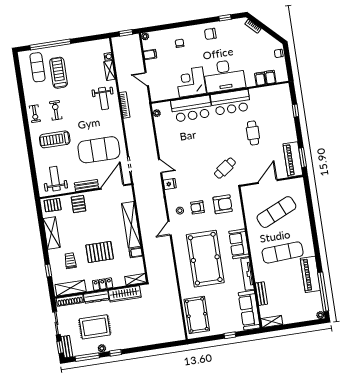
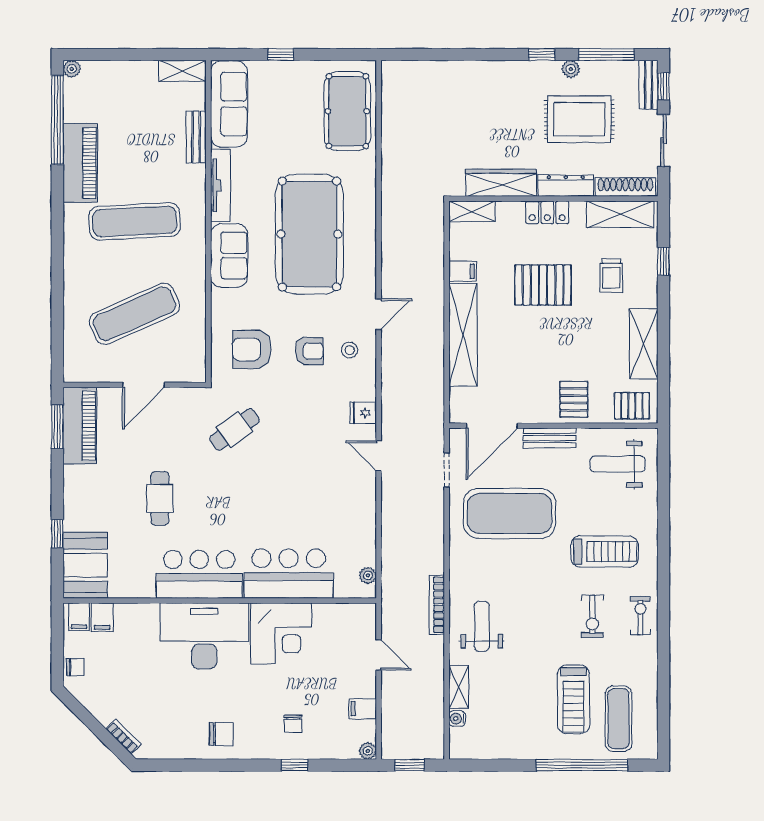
window: (225, 18) -> (295, 765), moved
filing cabinet: (260, 79) -> (79, 617), moved
booth: (281, 99) -> (85, 565), added
weight bench: (55, 179) -> (618, 464), turned 90

